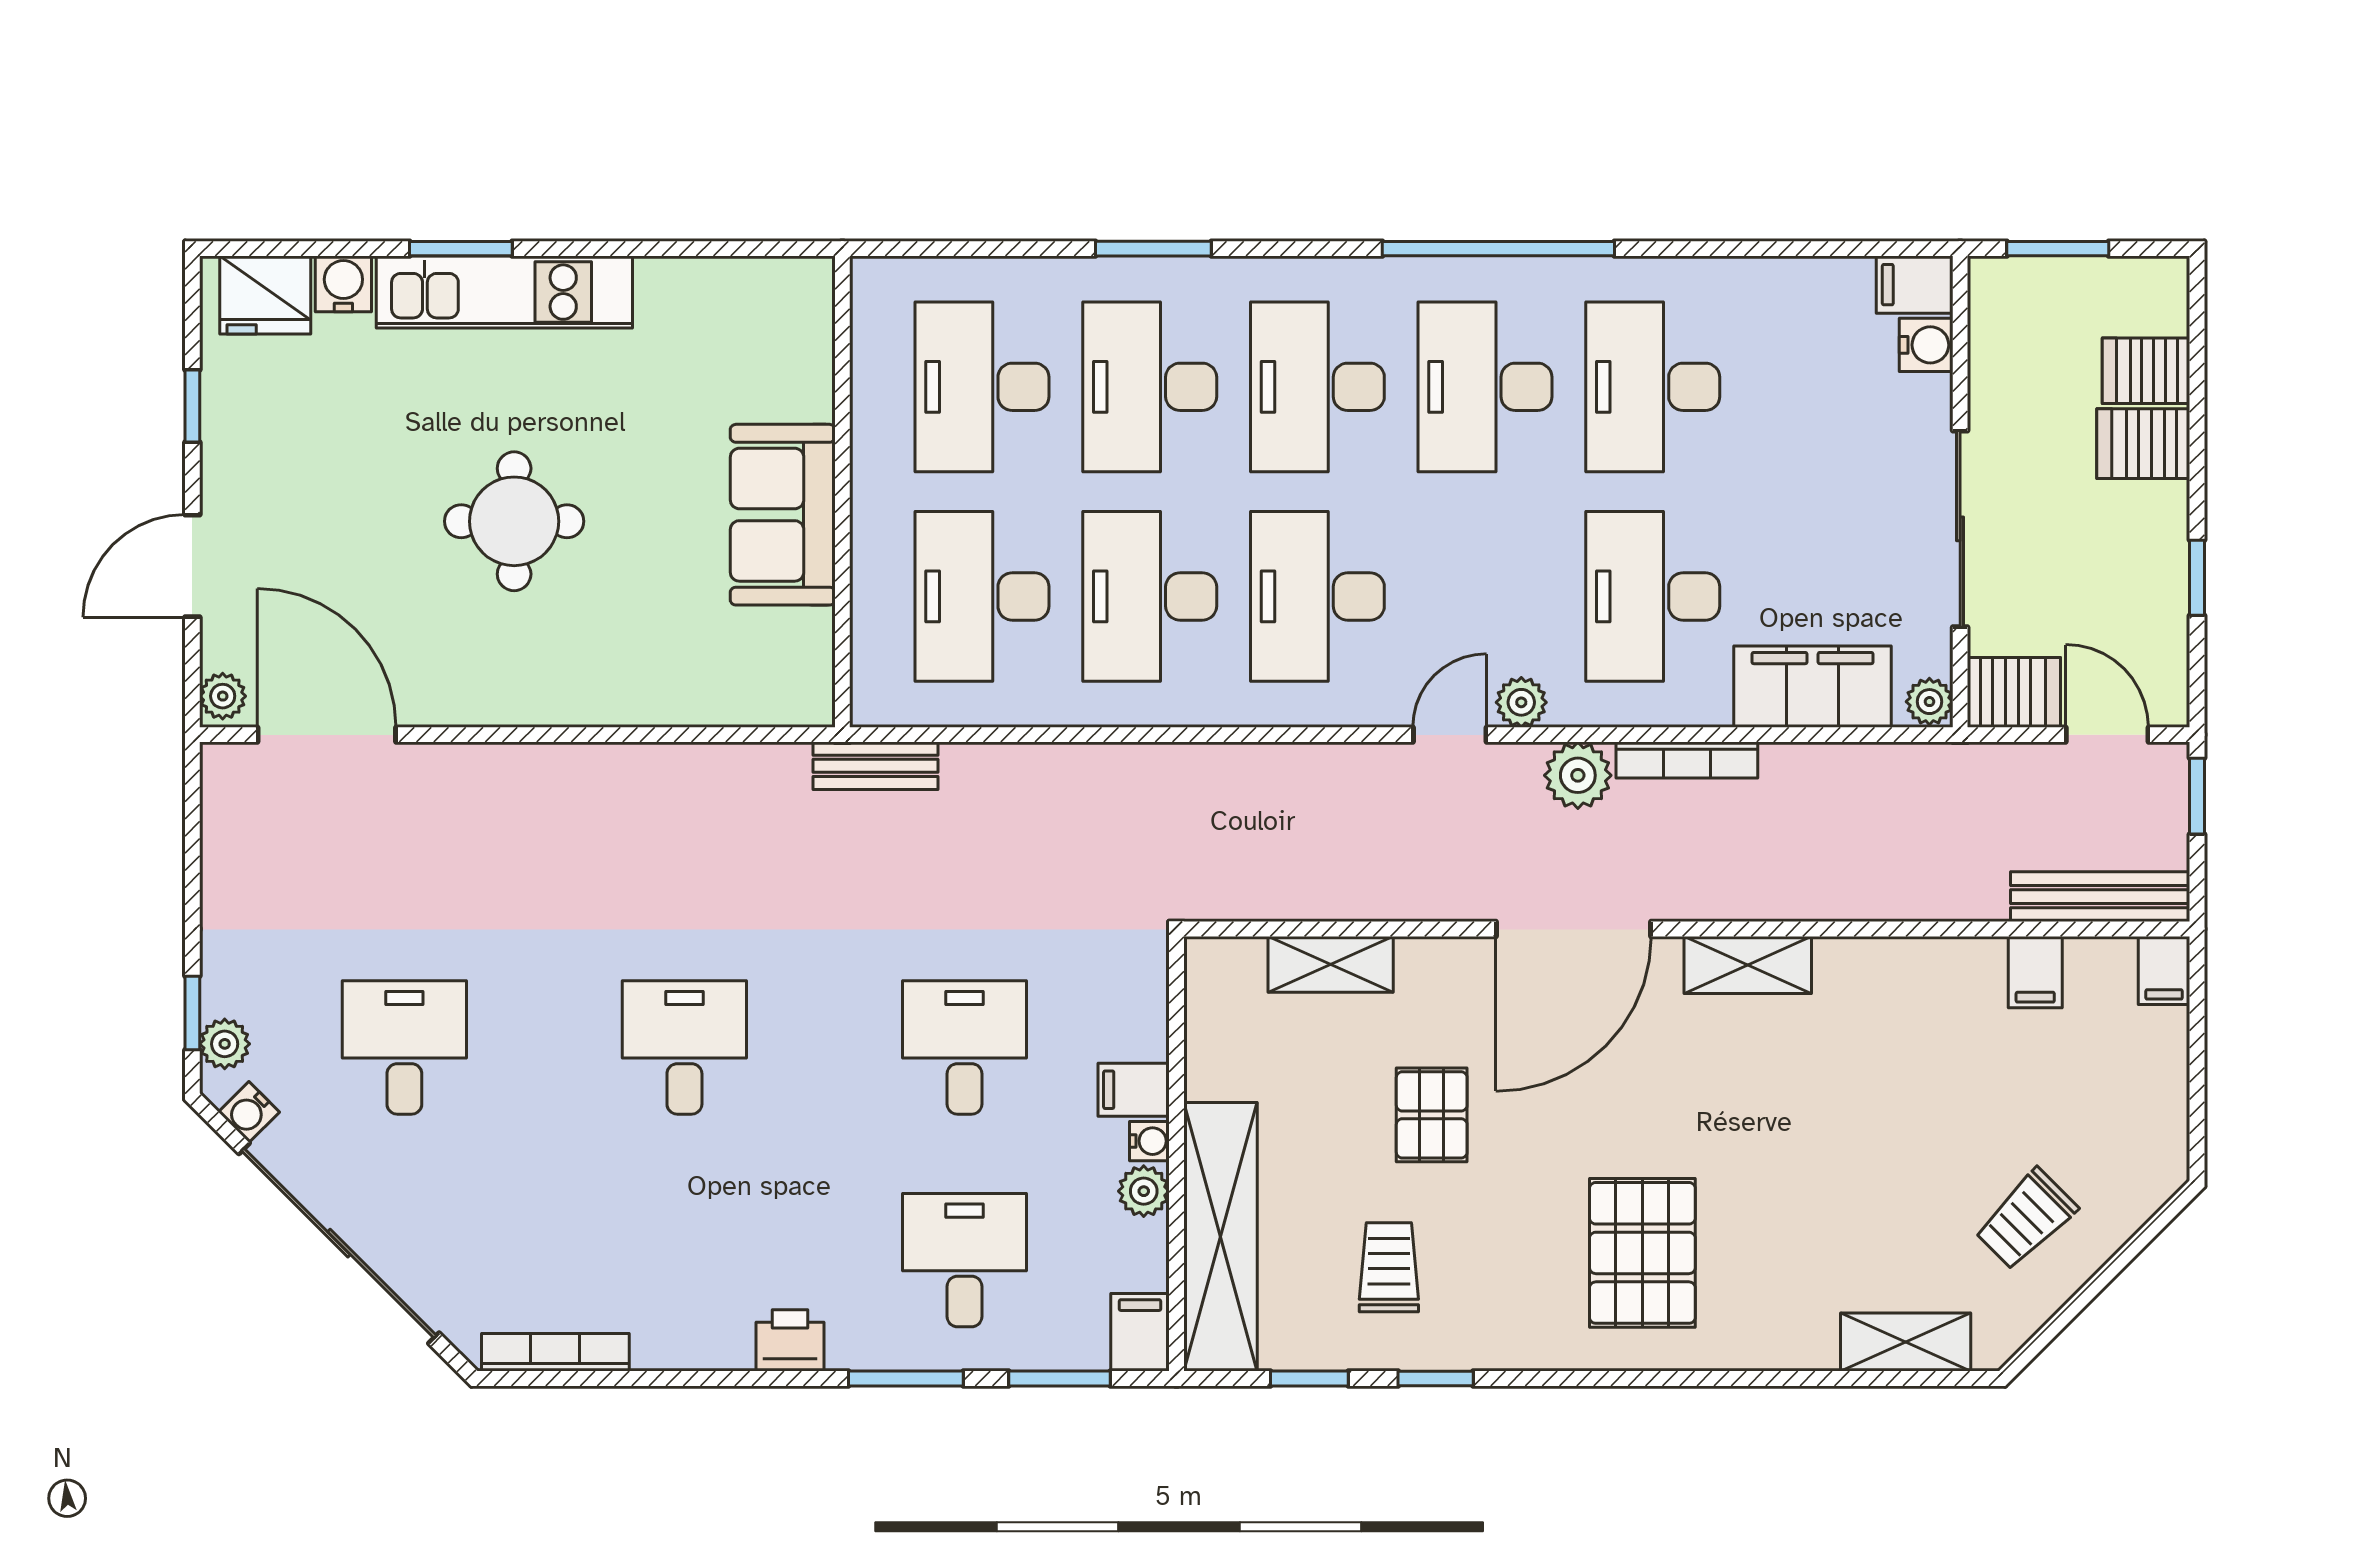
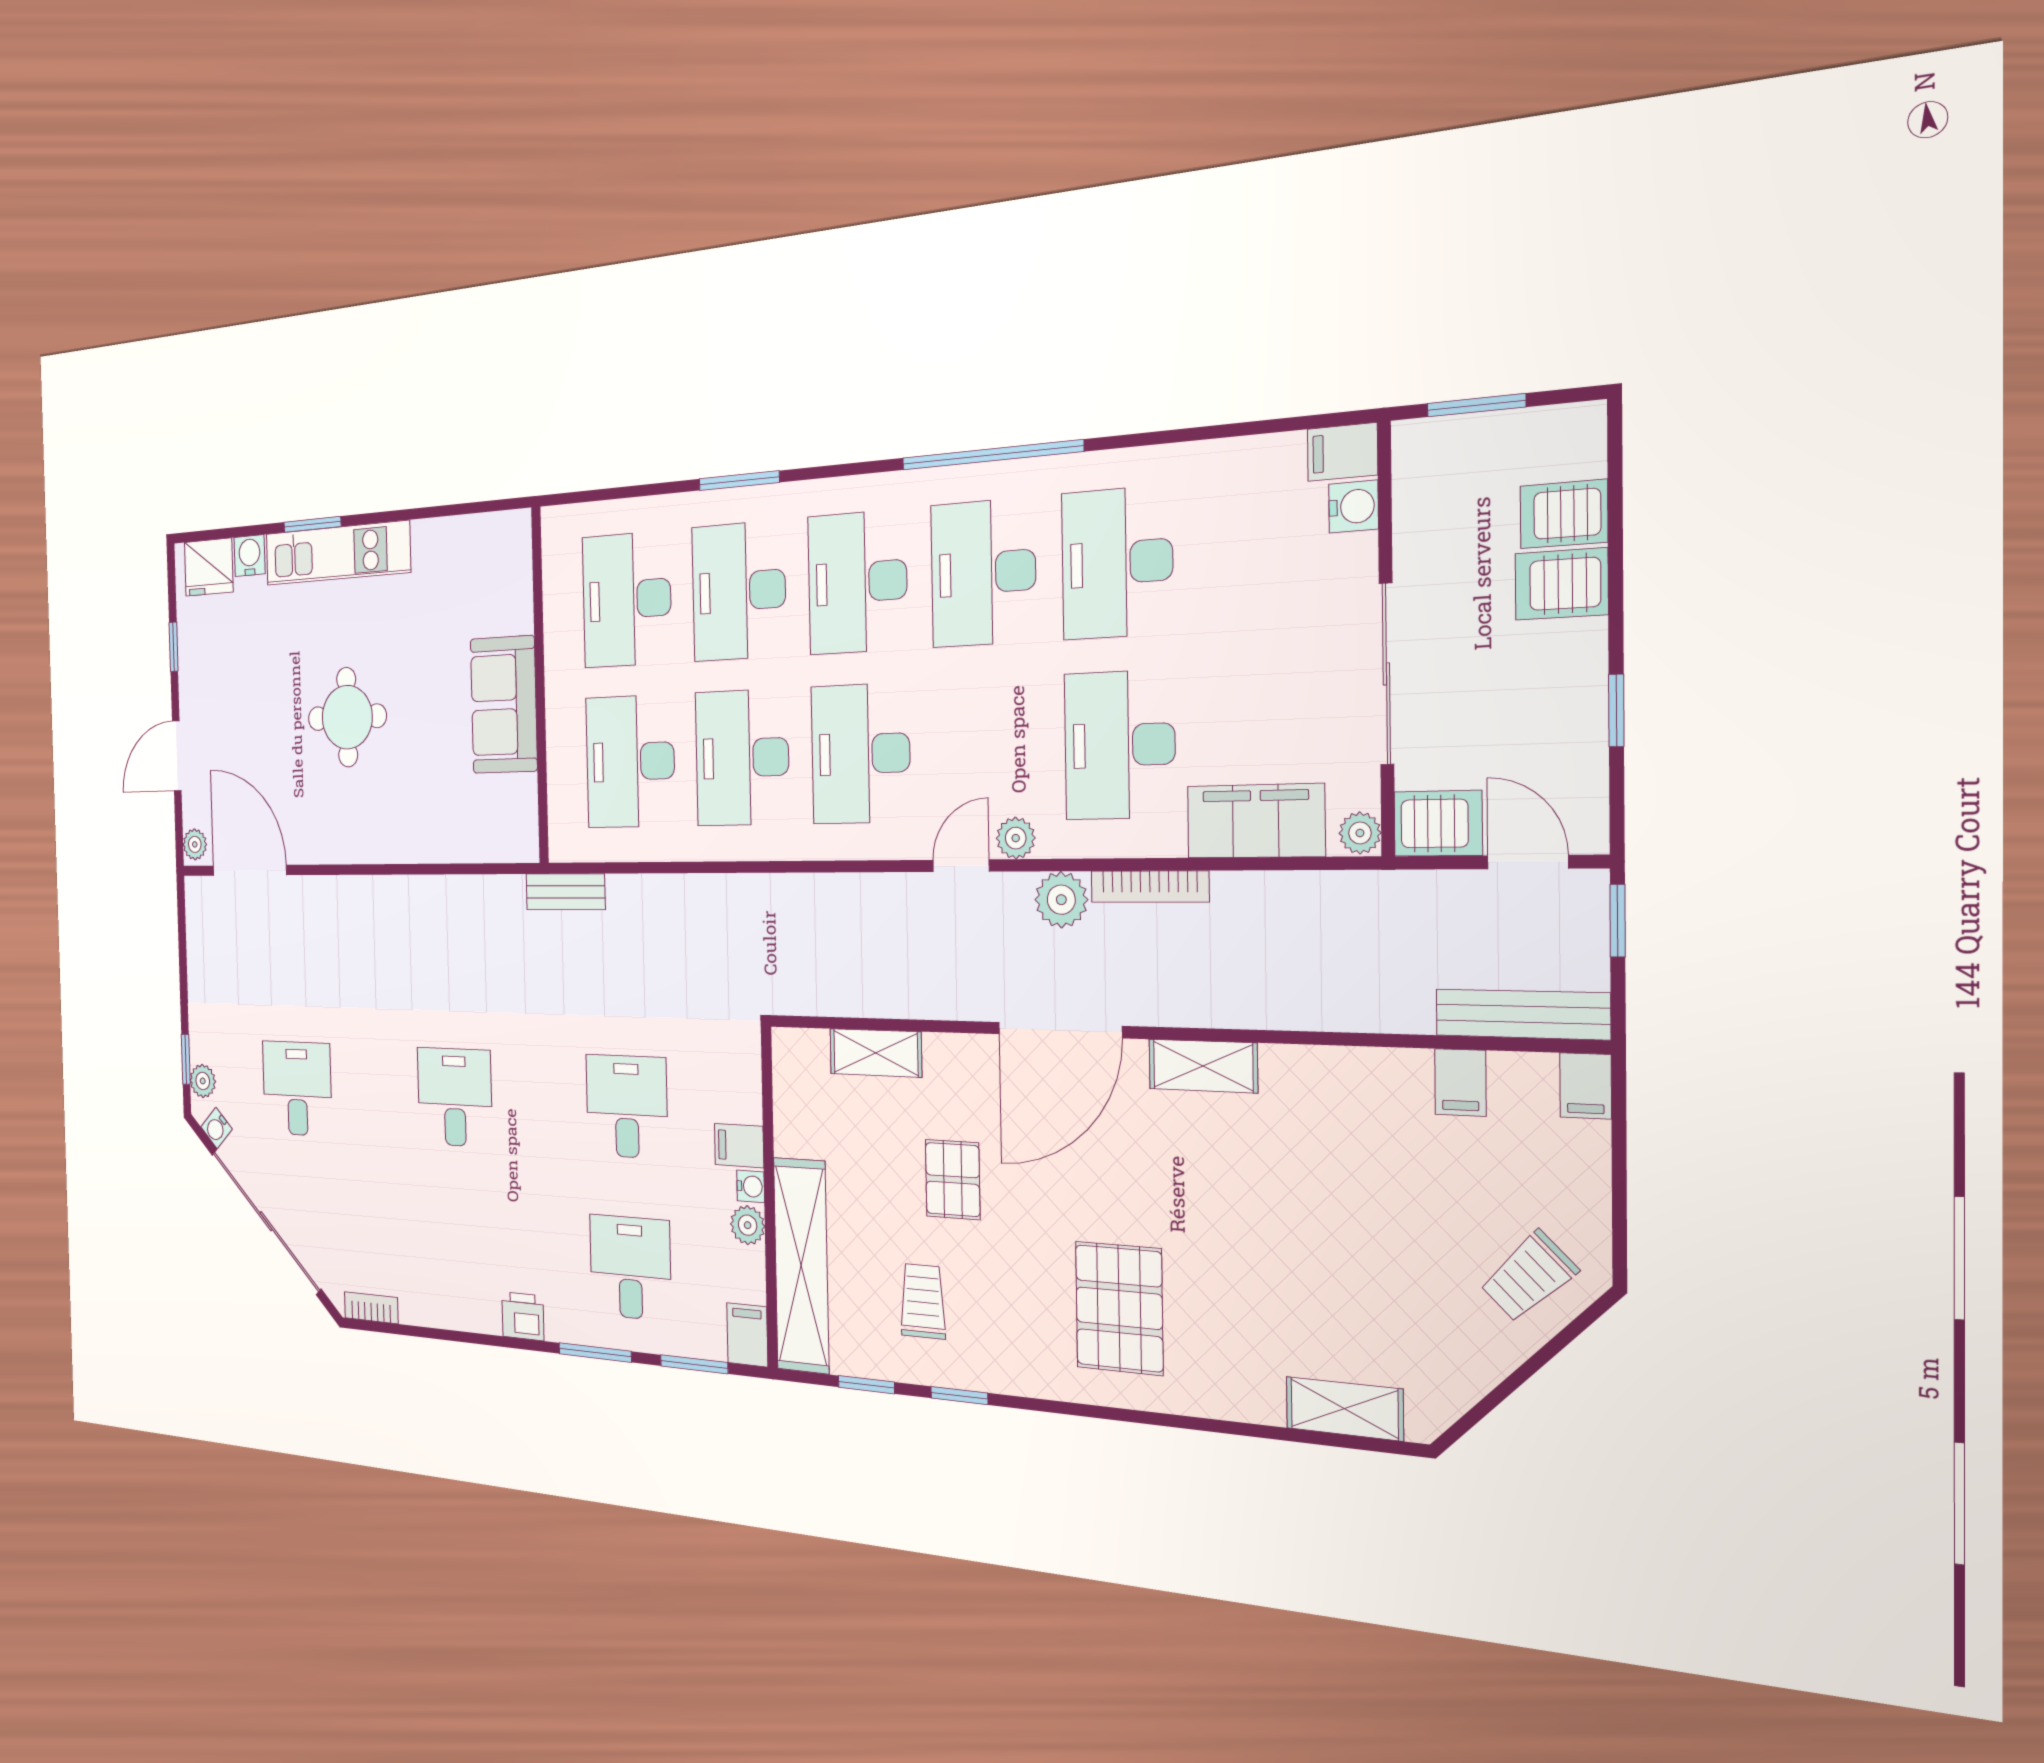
trolley: (2026, 1219) -> (1528, 1277), moved
bookcase: (555, 1352) -> (371, 1308), width x0.64

